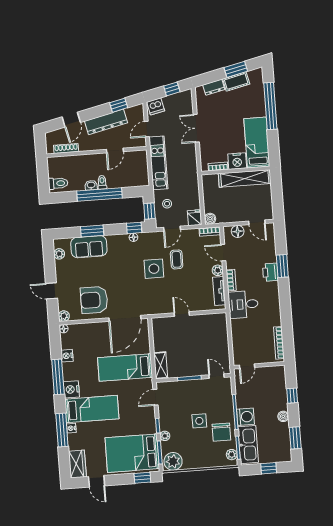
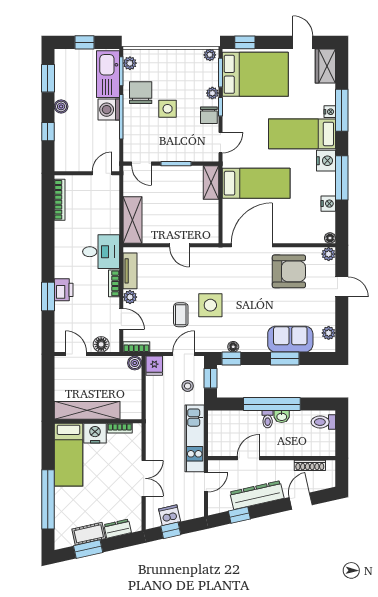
dishwasher: (156, 106) -> (170, 515), moved
shelving: (220, 331) -> (132, 220), added
chair: (166, 418) -> (209, 115), added
plant: (173, 461) -> (210, 55), width x0.53, depth x0.53

